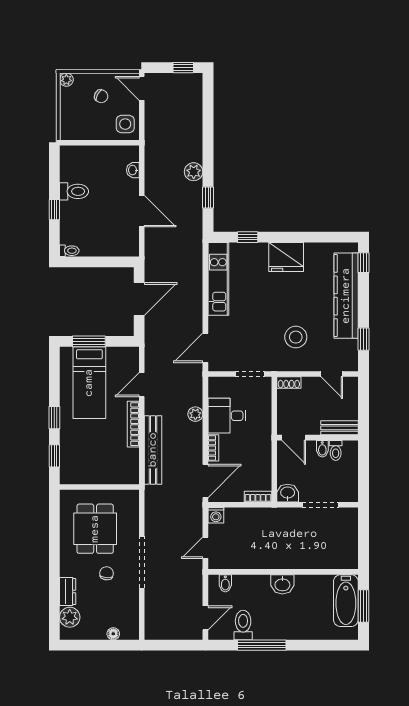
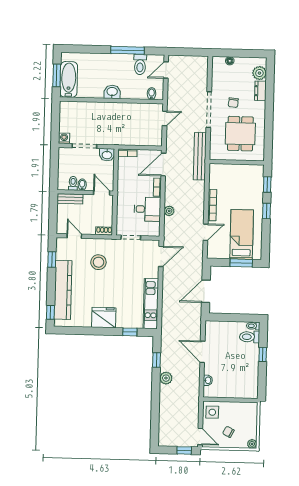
window: (183, 68) -> (184, 450), moved
toilet: (74, 191) -> (250, 337), moved
bench: (153, 450) -> (200, 156), moved
washing machine: (216, 515) -> (64, 138), moved

